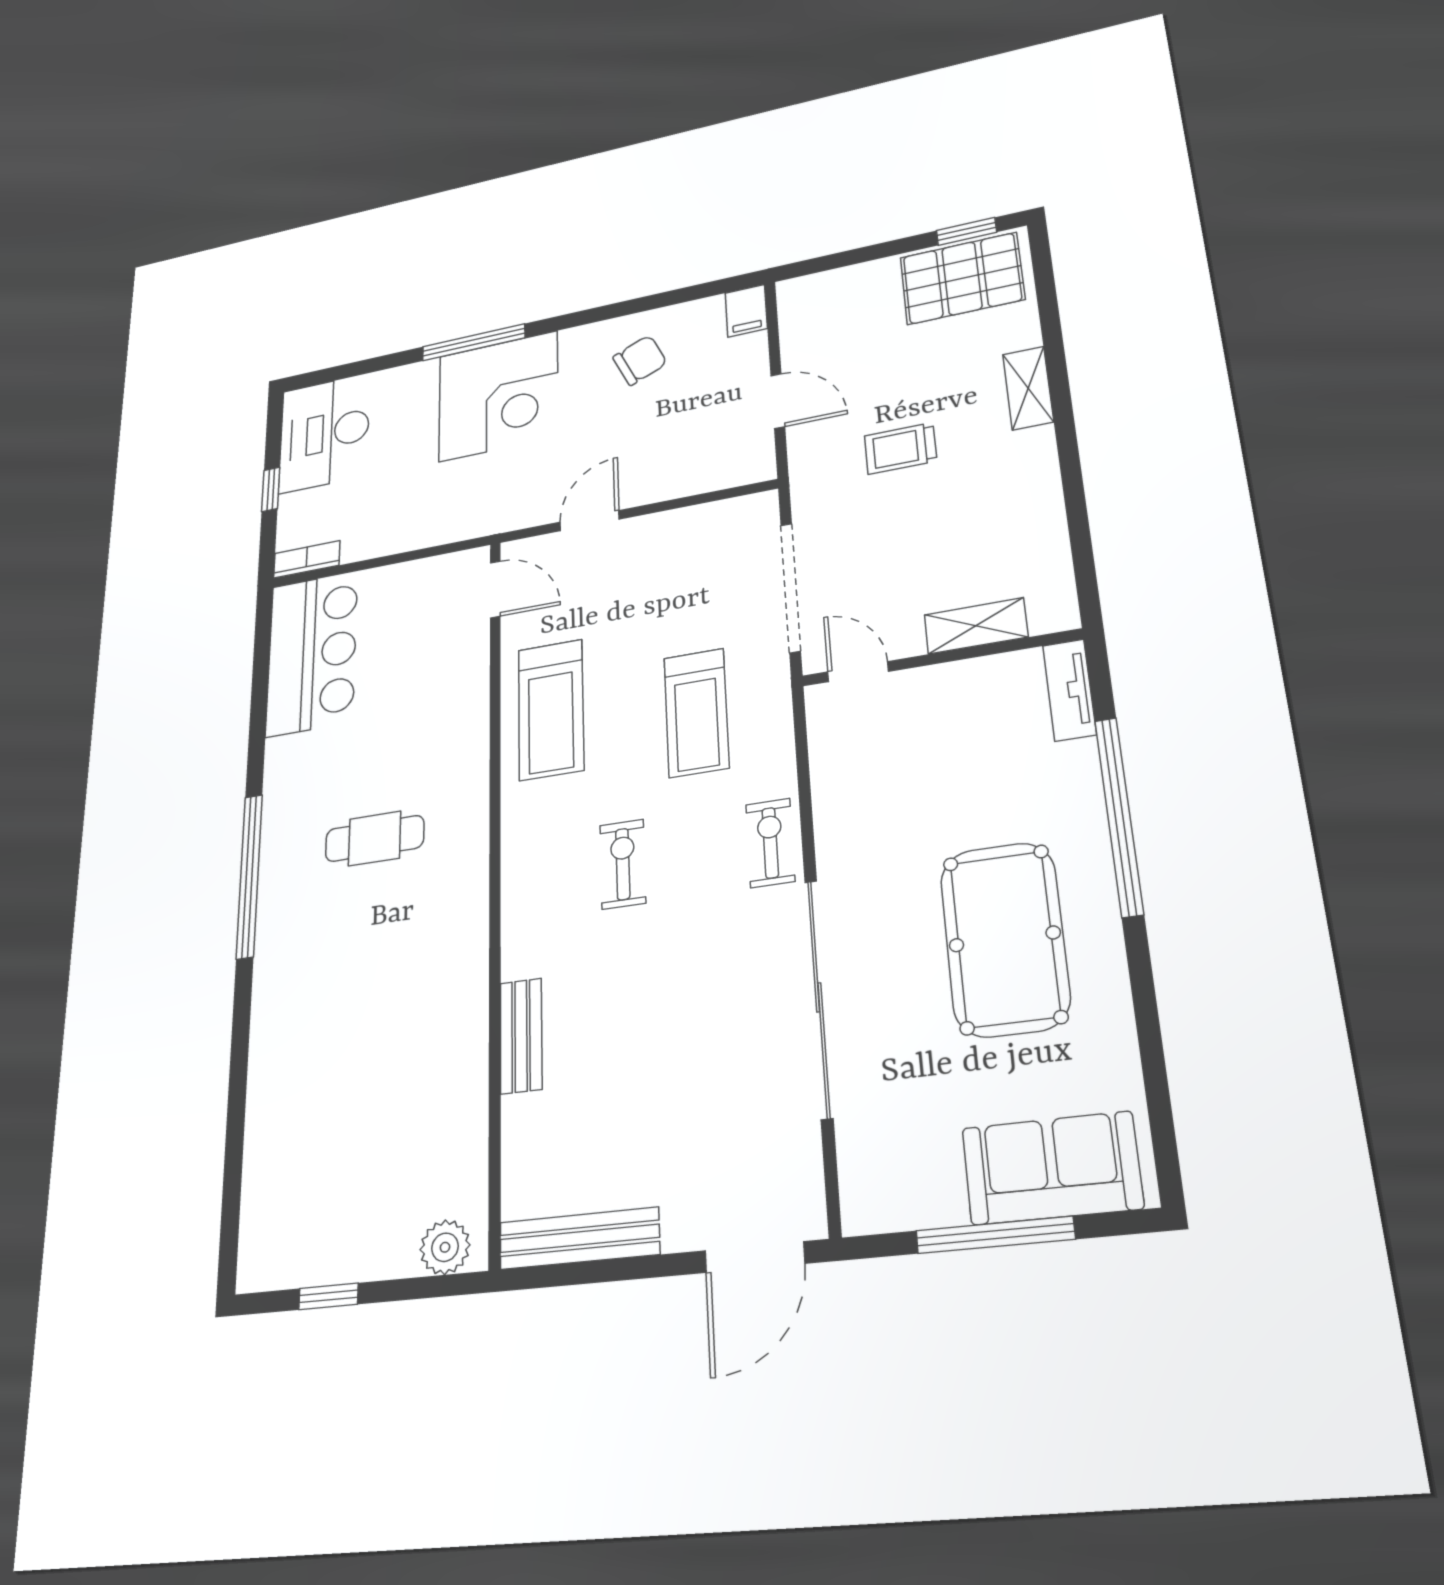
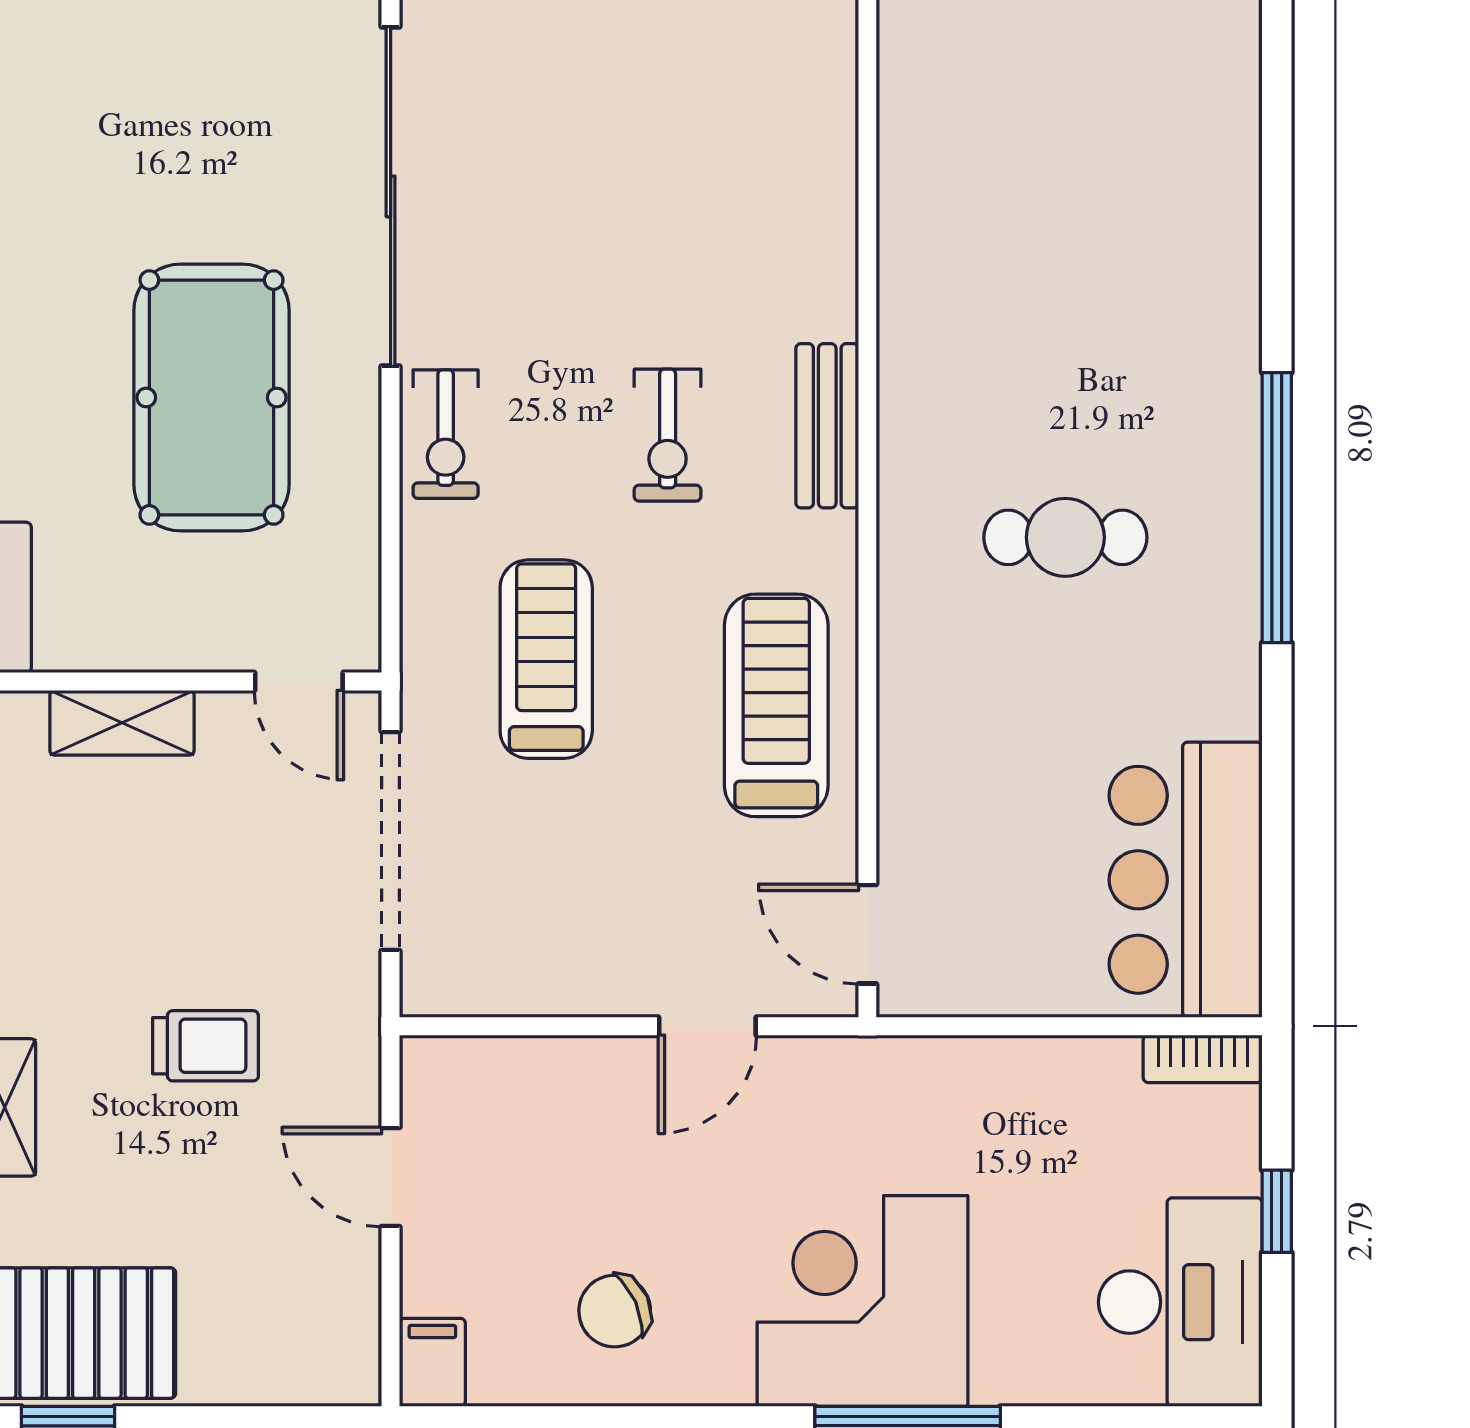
pool table: (1005, 939) -> (211, 398), moved
bench: (521, 1036) -> (827, 426), moved

